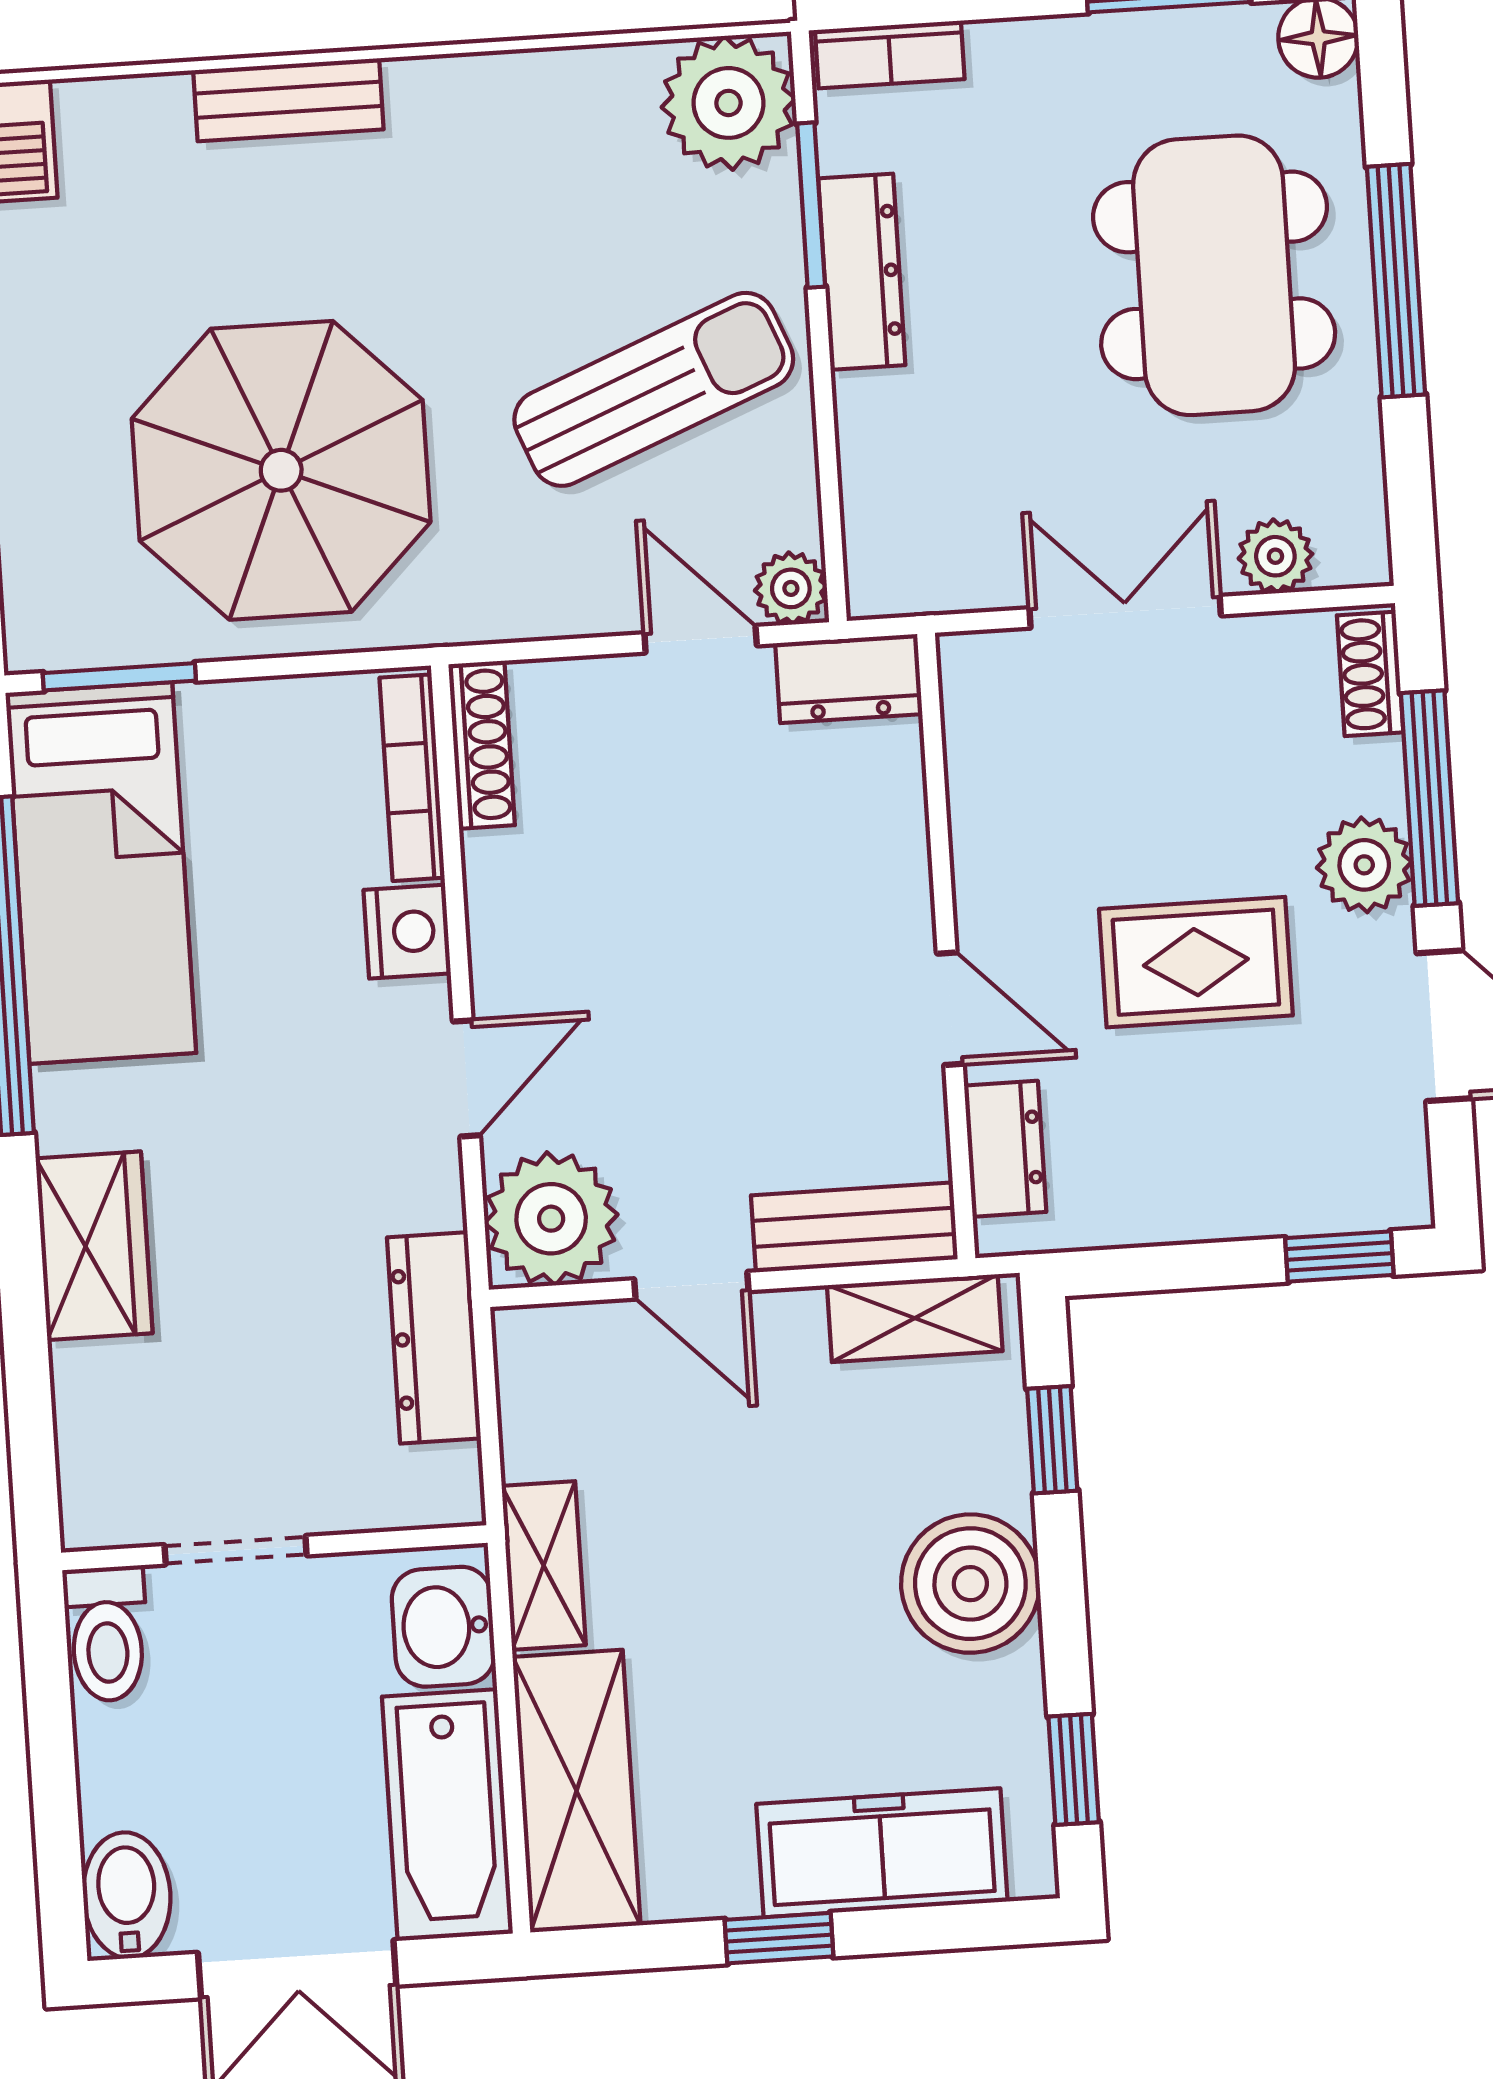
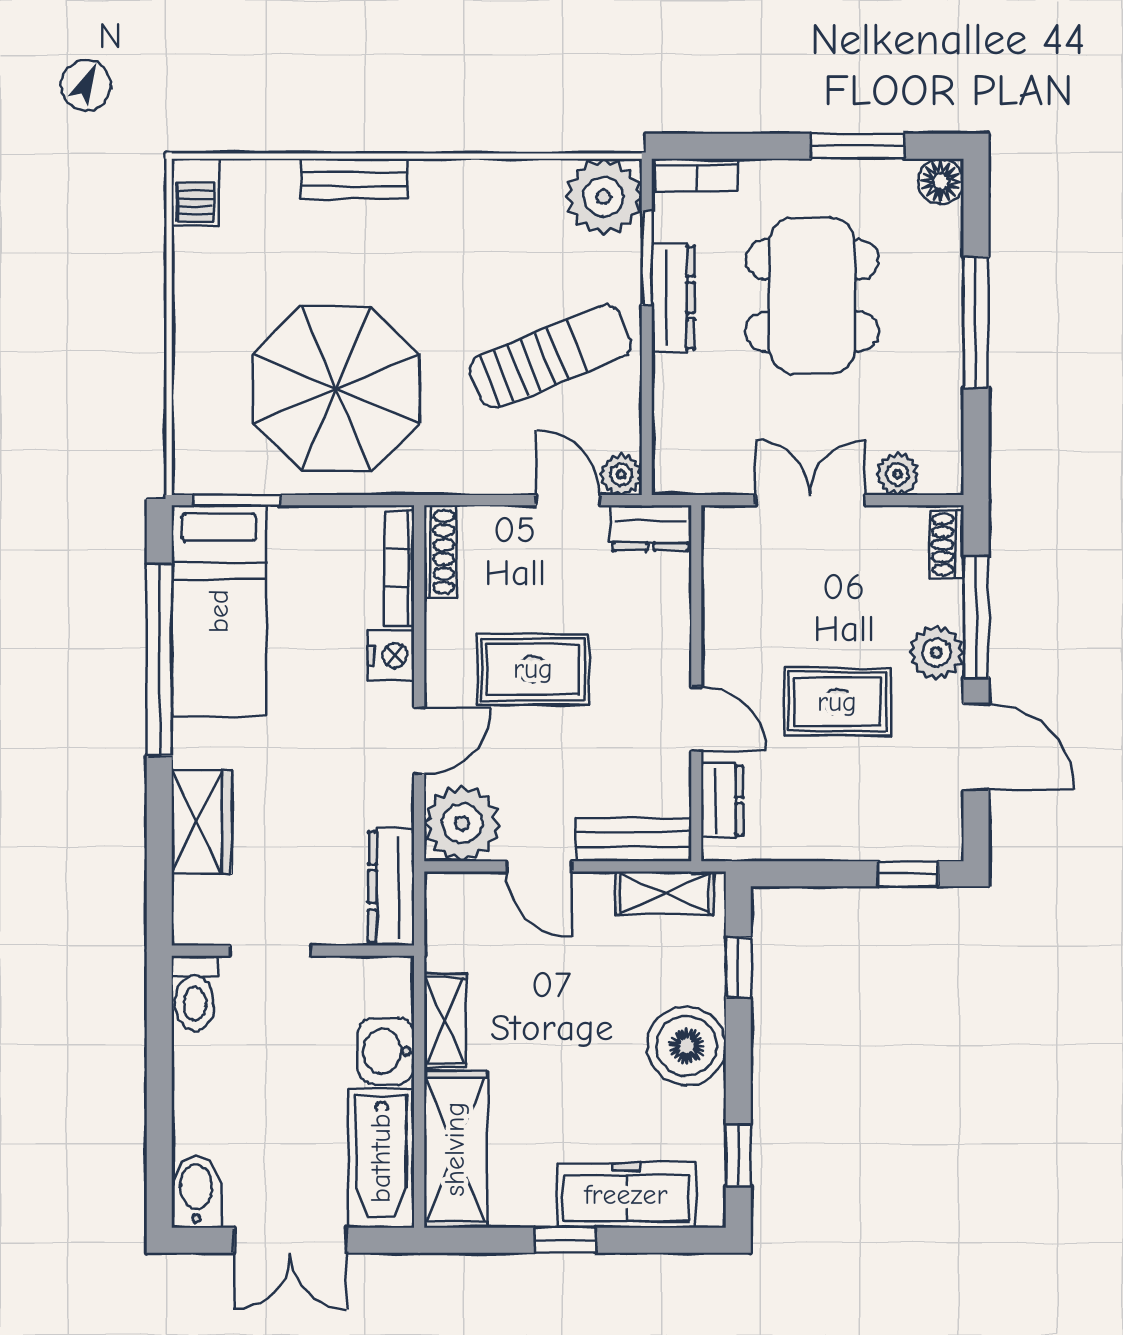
dining table: (1214, 275) -> (812, 296), moved
rug: (658, 940) -> (533, 669), added
wall: (274, 1548) -> (293, 951), moved
doorway: (236, 1550) -> (271, 951), moved
toilet: (107, 1634) -> (195, 993), moved

